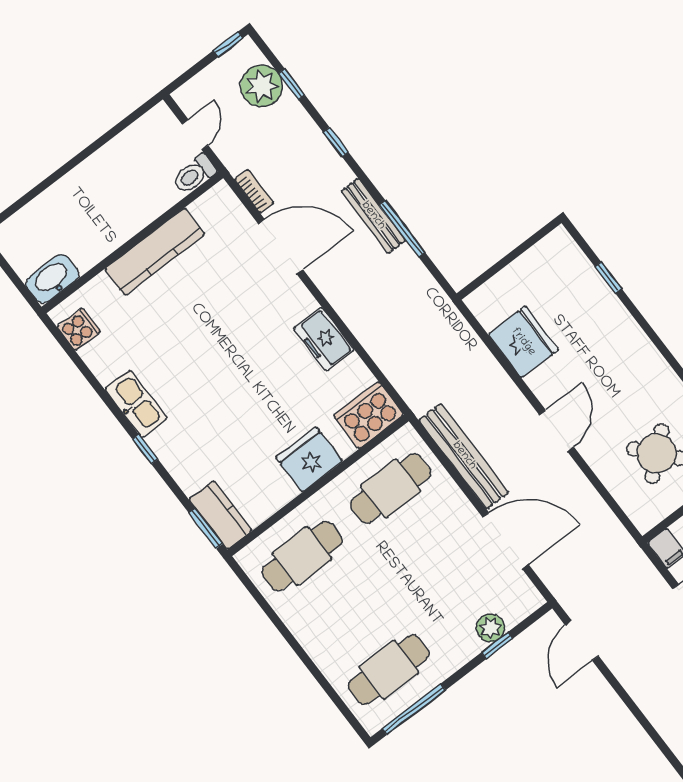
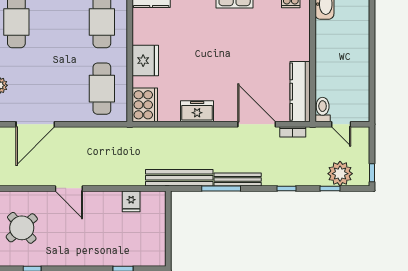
door: (281, 247) -> (257, 124), swing flipped
kitchen counter: (155, 252) -> (300, 92), moved
fridge: (523, 342) -> (131, 201), width x0.53, depth x0.75
bench: (464, 456) -> (179, 178), moved

